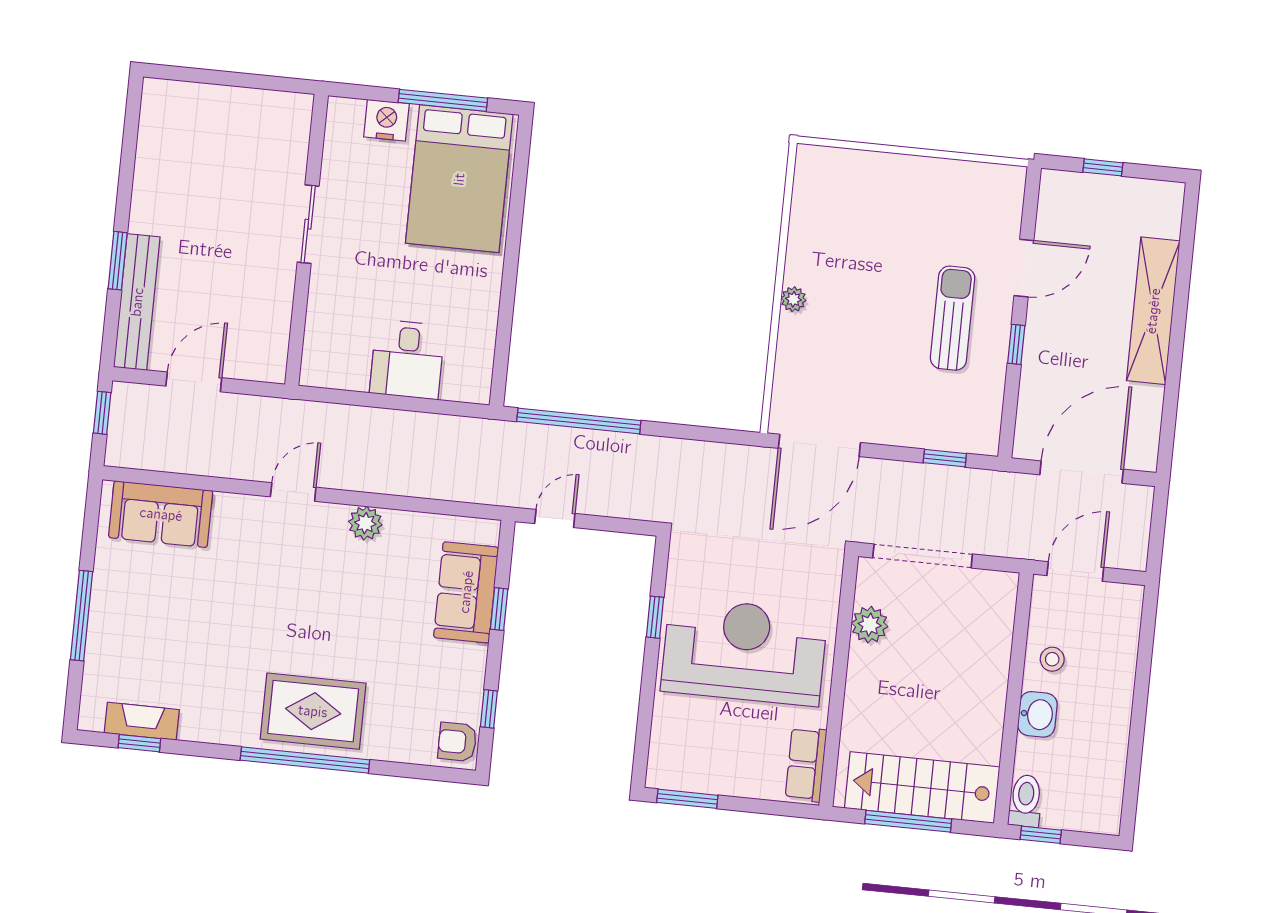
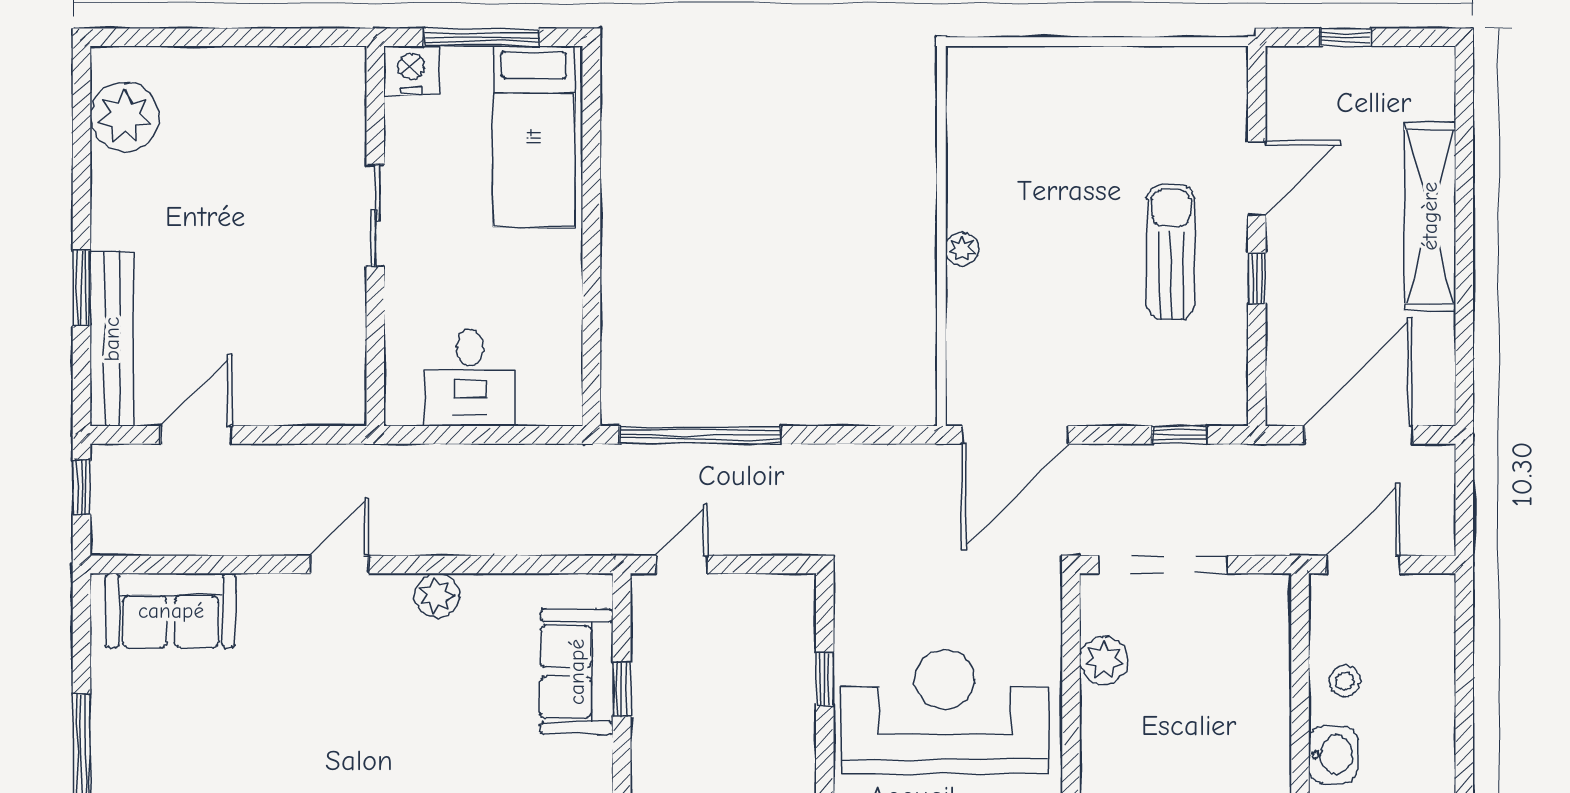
plant: (164, 133) -> (125, 117), added
bed: (459, 179) -> (534, 137), width x0.67
sliding door: (308, 224) -> (375, 215), moved
wall: (306, 240) -> (375, 236), moved

